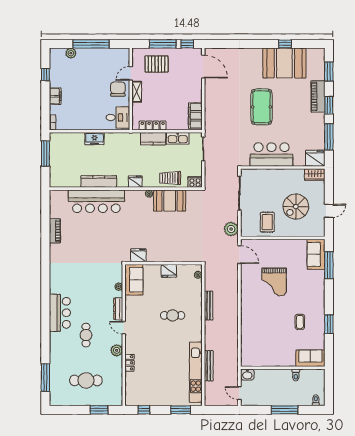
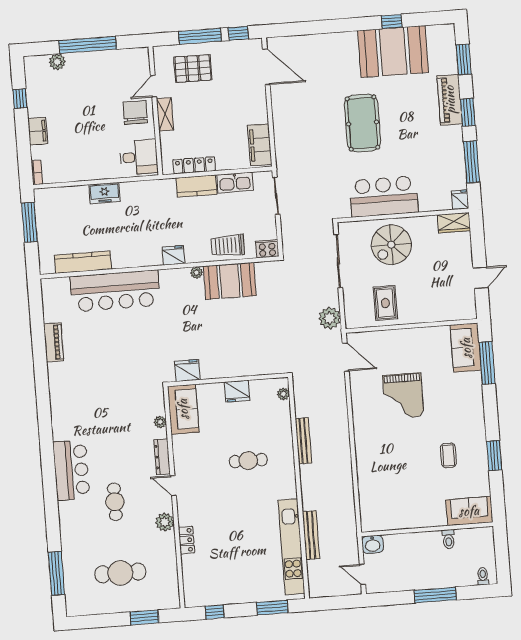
fridge: (315, 158) -> (460, 200), width x0.53, depth x0.75
kitchen counter: (99, 181) -> (83, 262), moved
spiral stairs: (296, 207) -> (391, 245), moved

